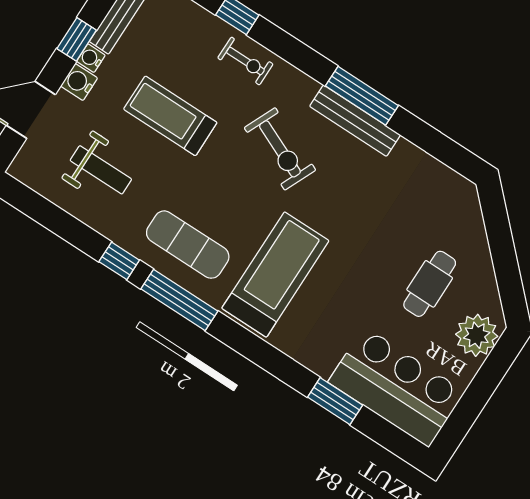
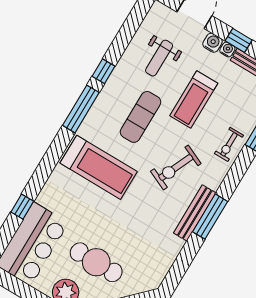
treadmill: (170, 116) -> (194, 99), turned 180
exercise mat: (188, 245) -> (141, 117), moved
cafe table: (430, 284) -> (96, 262), width x1.37, depth x1.35
window: (335, 401) -> (22, 207), width x0.67

